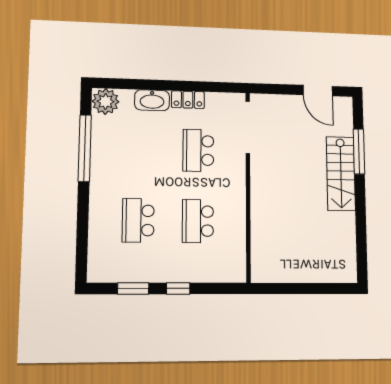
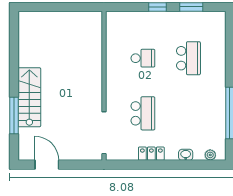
washbasin: (152, 100) -> (186, 155), width x0.52, depth x0.69
plant: (106, 101) -> (210, 155), width x0.53, depth x0.53
school desk: (198, 221) -> (143, 58), width x0.54

